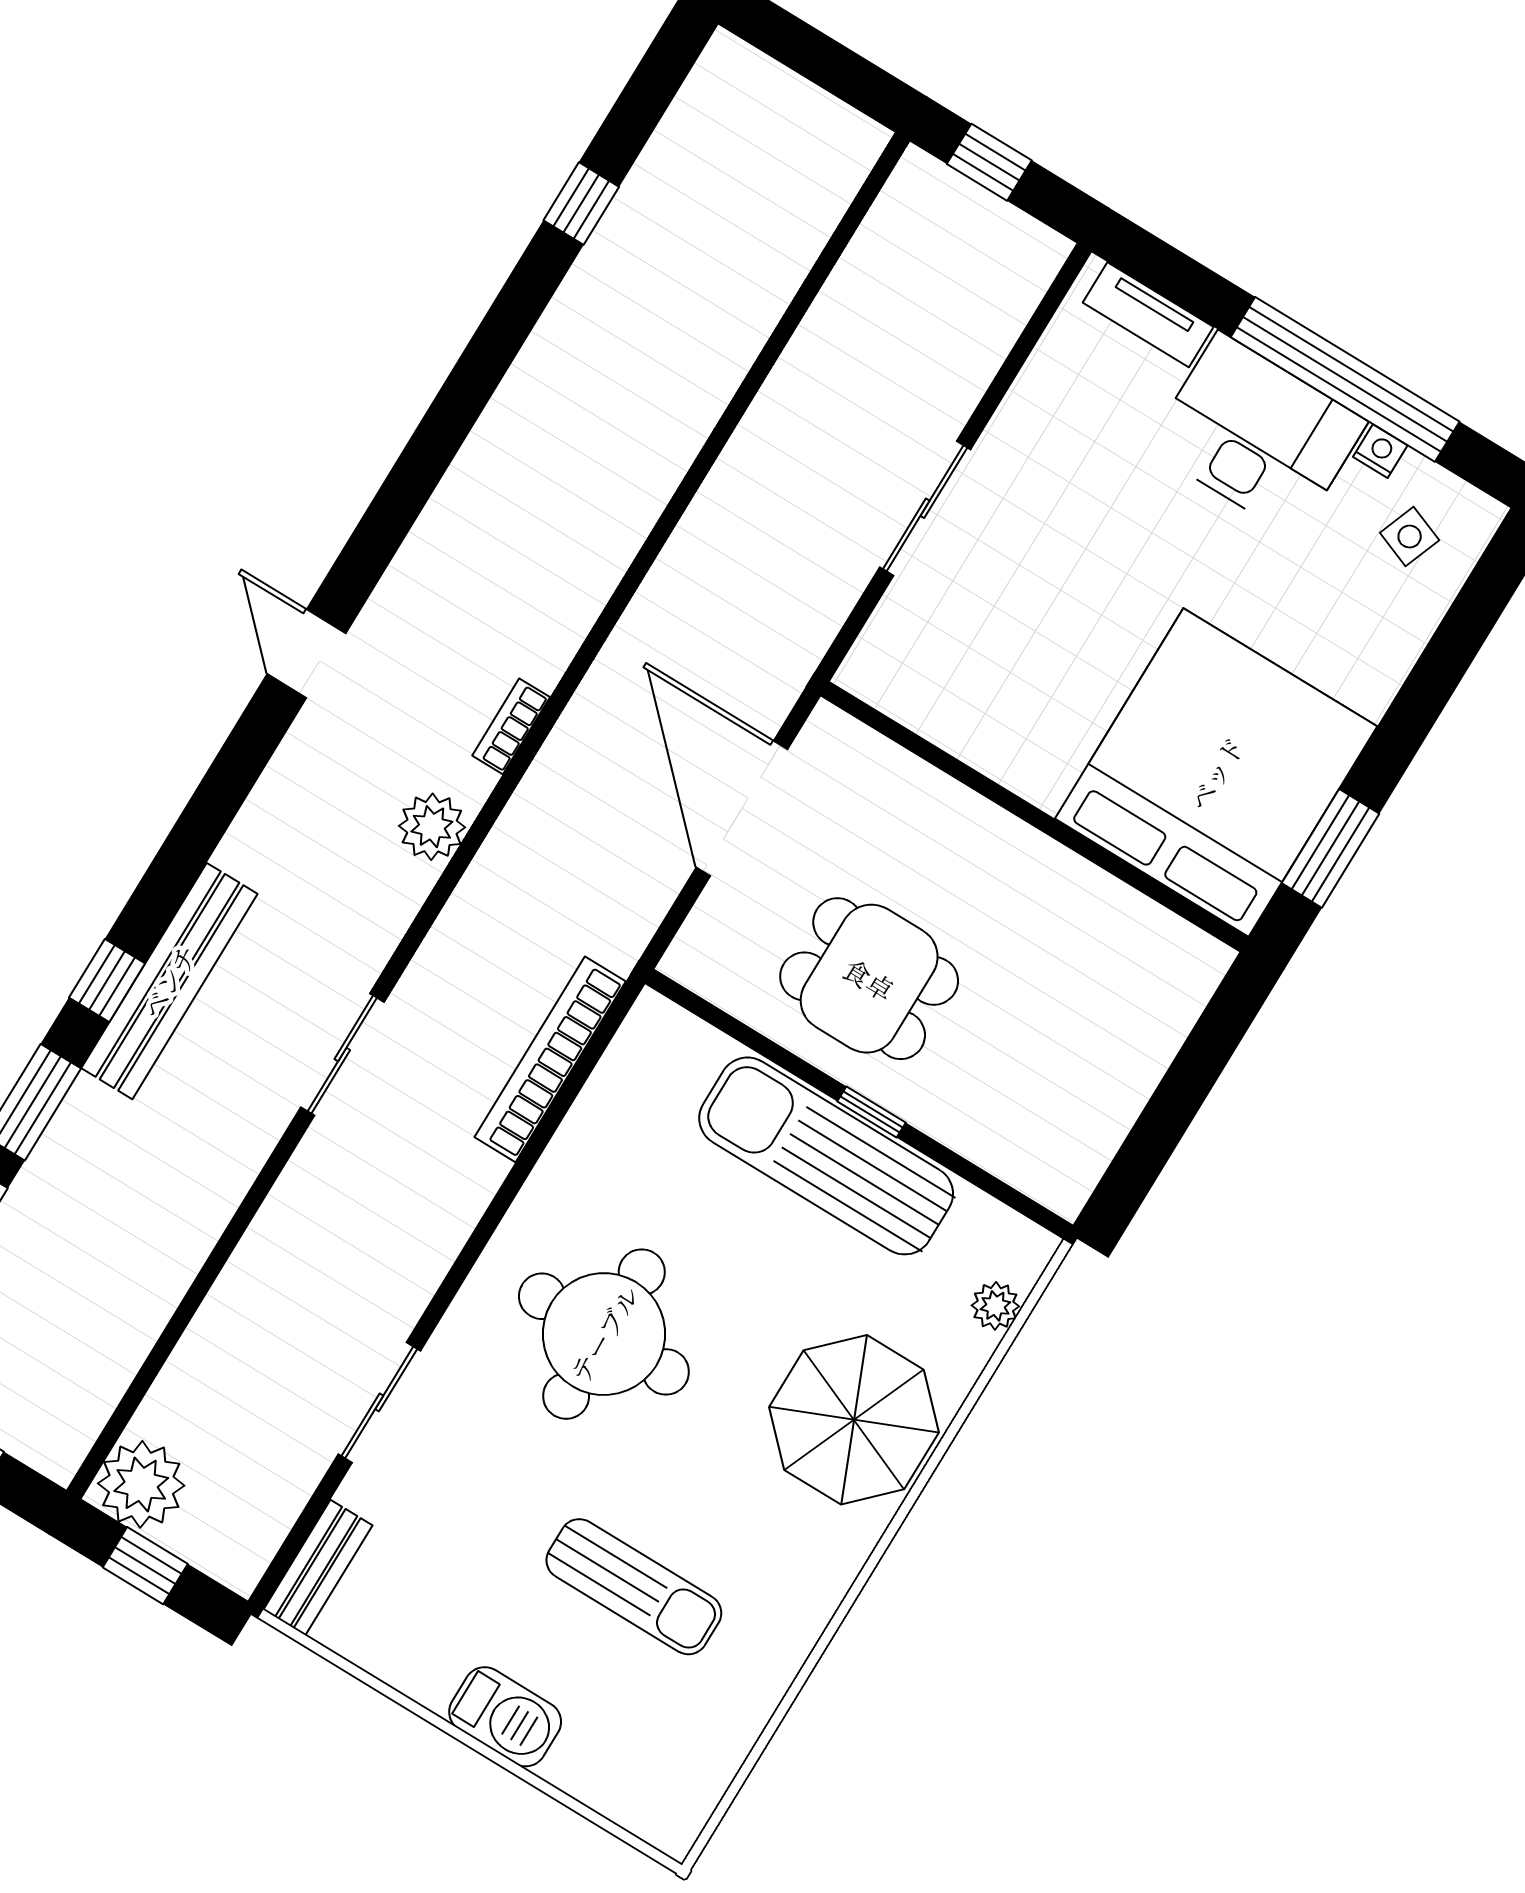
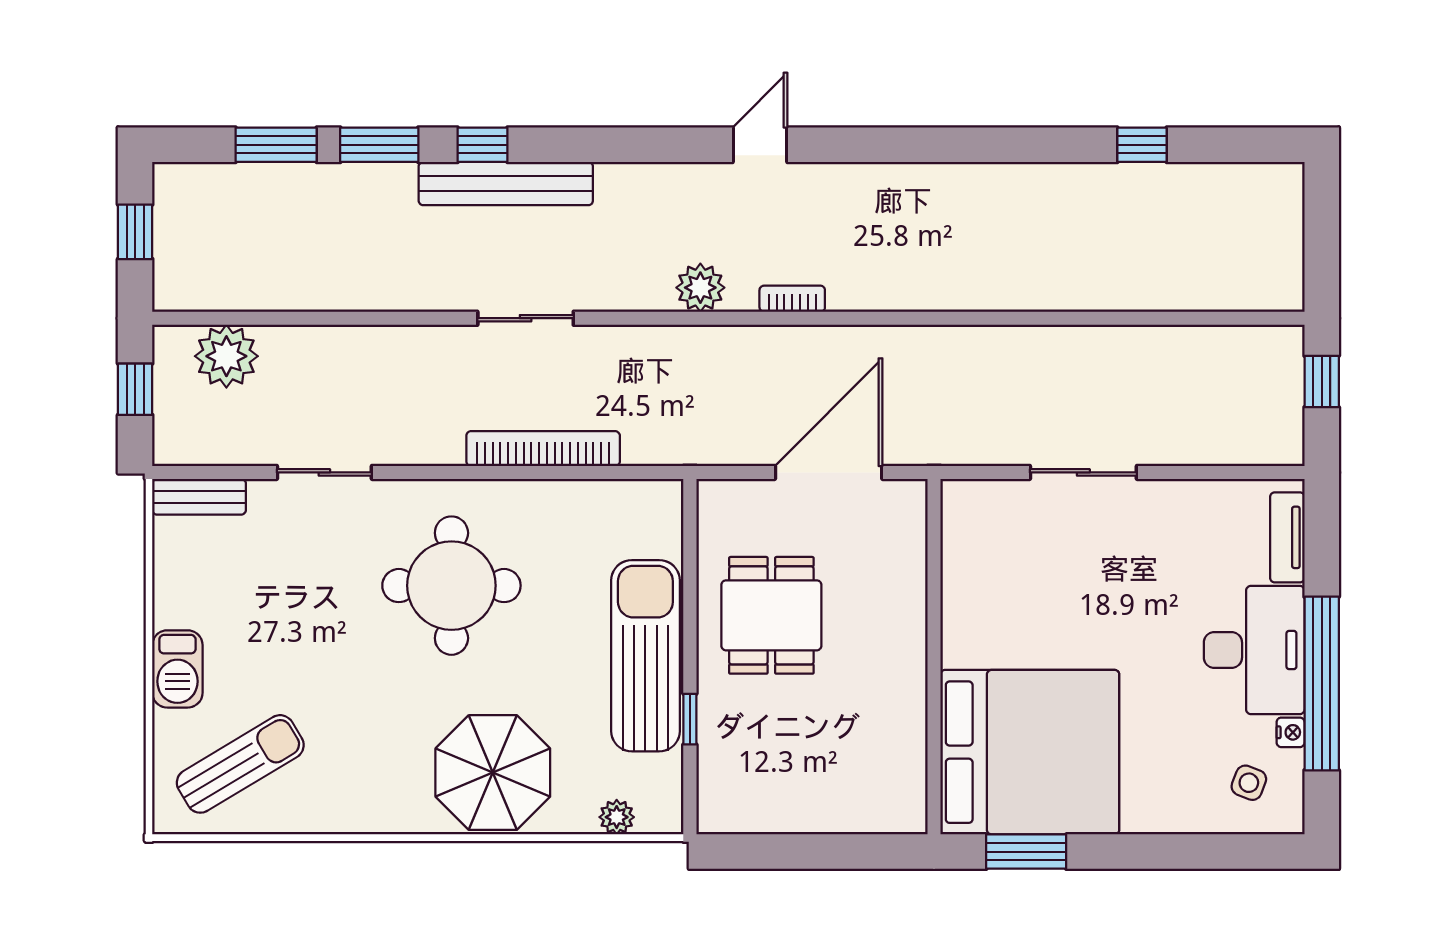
bookcase: (550, 1059) -> (543, 449), moved
window: (872, 1112) -> (690, 719), moved
plant: (141, 1484) -> (226, 356), moved
sun lounger: (634, 1587) -> (240, 764), moved, turned -121

